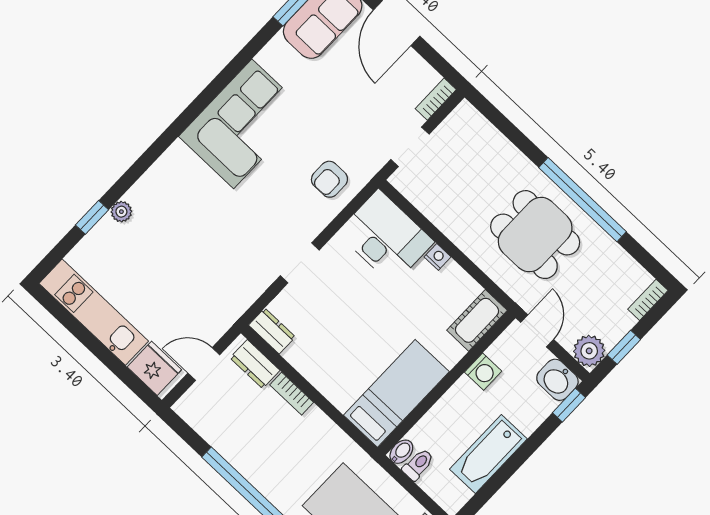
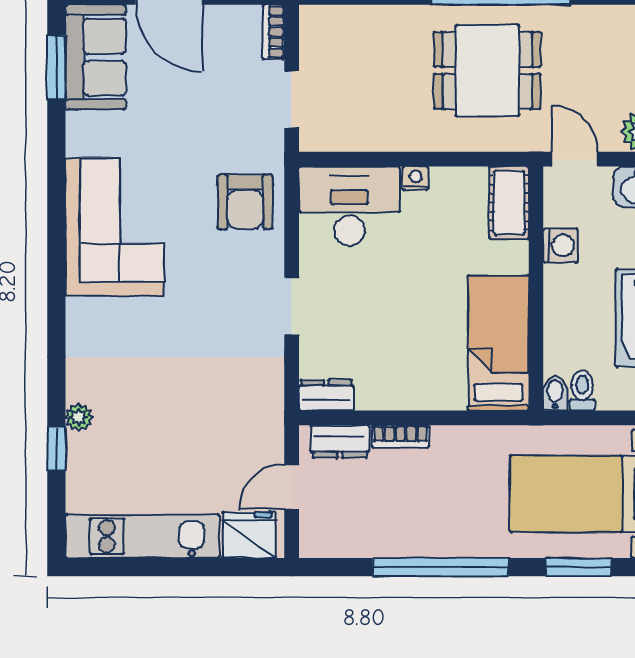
armchair: (329, 179) -> (245, 202), width x1.38, depth x1.38

